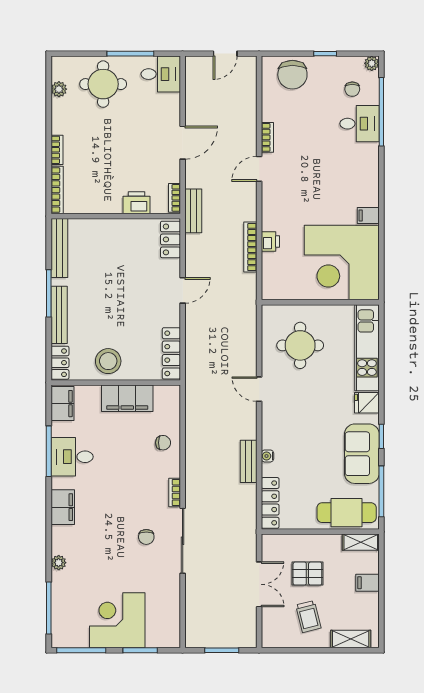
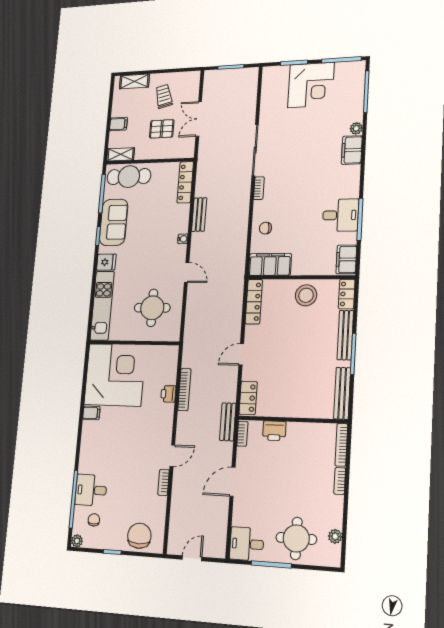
filing cabinet: (127, 398) -> (270, 265), moved
water cooler: (268, 456) -> (183, 239), moved
filing cabinet: (63, 507) -> (352, 150), moved
chair: (146, 537) -> (284, 152), removed

